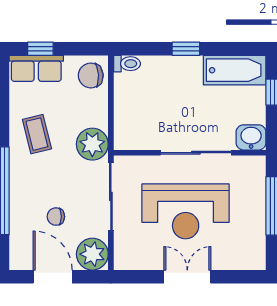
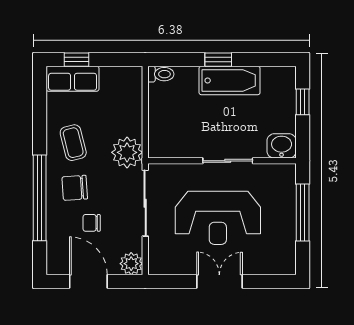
bathtub: (235, 70) -> (230, 80), moved
chair: (91, 76) -> (75, 188), moved
sliding door: (196, 153) -> (228, 161), width x0.73
plant: (92, 254) -> (131, 264), width x0.73, depth x0.73

